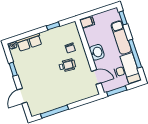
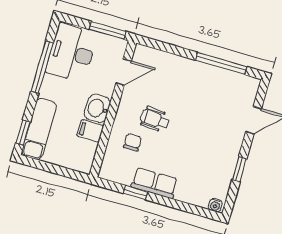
filing cabinet: (87, 22) -> (90, 131), moved
exam couch: (121, 37) -> (39, 129), moved
row of seats: (29, 42) -> (155, 183), moved
door: (96, 77) -> (124, 72), swing flipped

